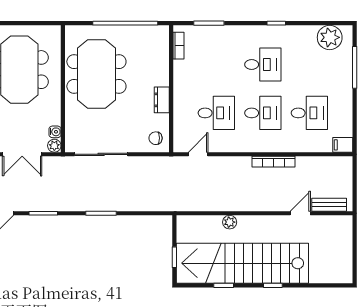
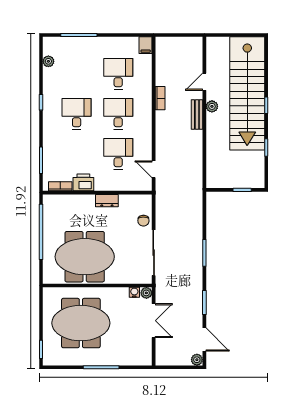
plant: (330, 37) -> (48, 61), width x0.53, depth x0.53
printer: (183, 72) -> (83, 182), added
chair: (156, 138) -> (143, 221), moved
bookcase: (273, 162) -> (160, 98), width x0.64
bench: (329, 205) -> (197, 115), moved
door: (300, 213) -> (204, 82), hinge flipped
plant: (230, 222) -> (212, 106), moved
stairs: (242, 263) -> (247, 93), moved

